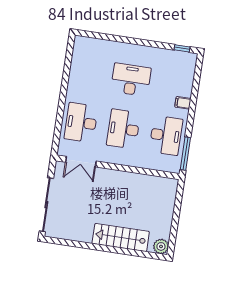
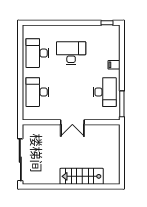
desk: (123, 129) -> (37, 53), moved
double door: (81, 162) -> (72, 122), moved
plant: (161, 246) -> (114, 179), removed

